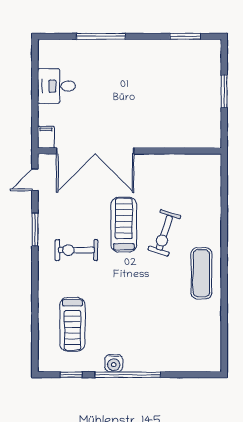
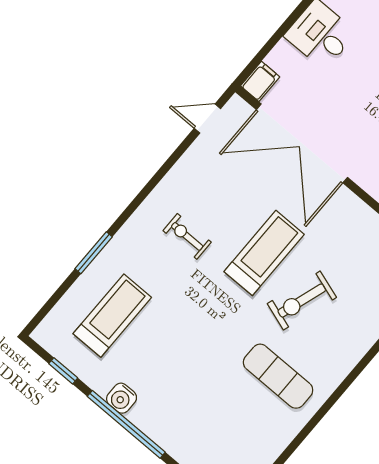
window: (35, 230) -> (94, 253), moved
exercise bike: (76, 250) -> (187, 236), width x0.73, depth x0.72
exercise mat: (201, 273) -> (278, 376), moved, turned 90
treadmill: (72, 324) -> (112, 316), turned 180

